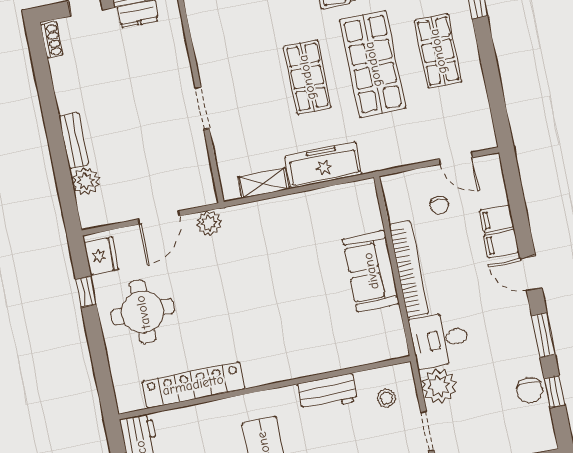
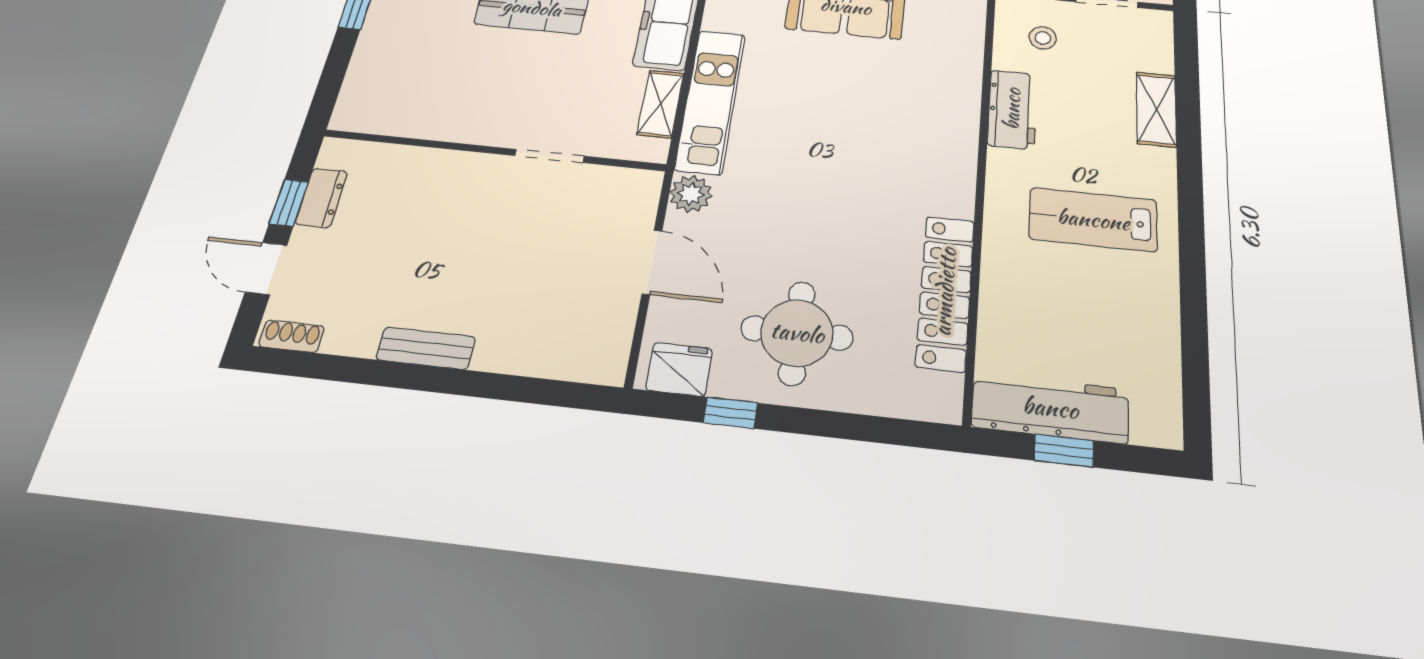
doorway: (202, 108) -> (549, 156), moved
bench: (74, 141) -> (426, 348), moved
plant: (86, 181) -> (545, 355), removed
kitchen unit: (275, 212) -> (710, 101), added

